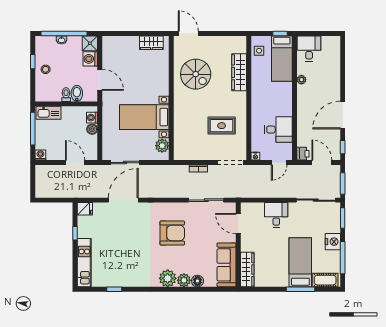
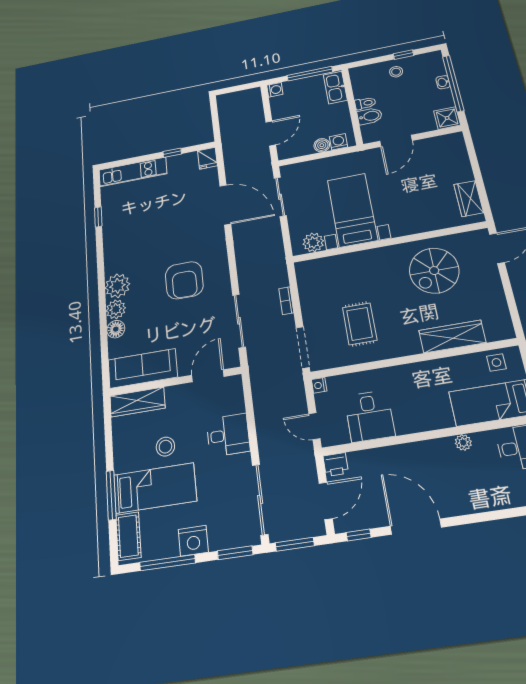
washing machine: (90, 59) -> (424, 123), removed
stool: (277, 254) -> (165, 447), added

